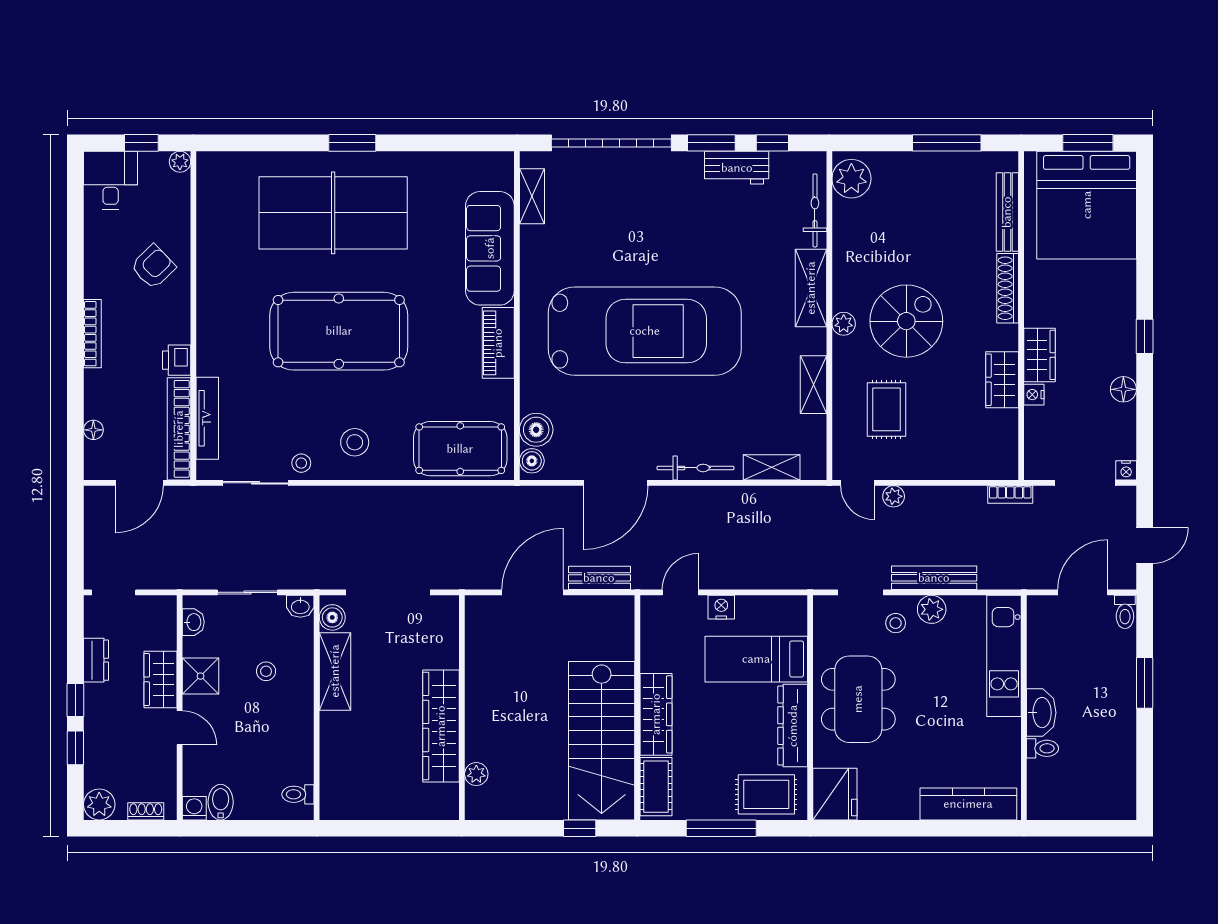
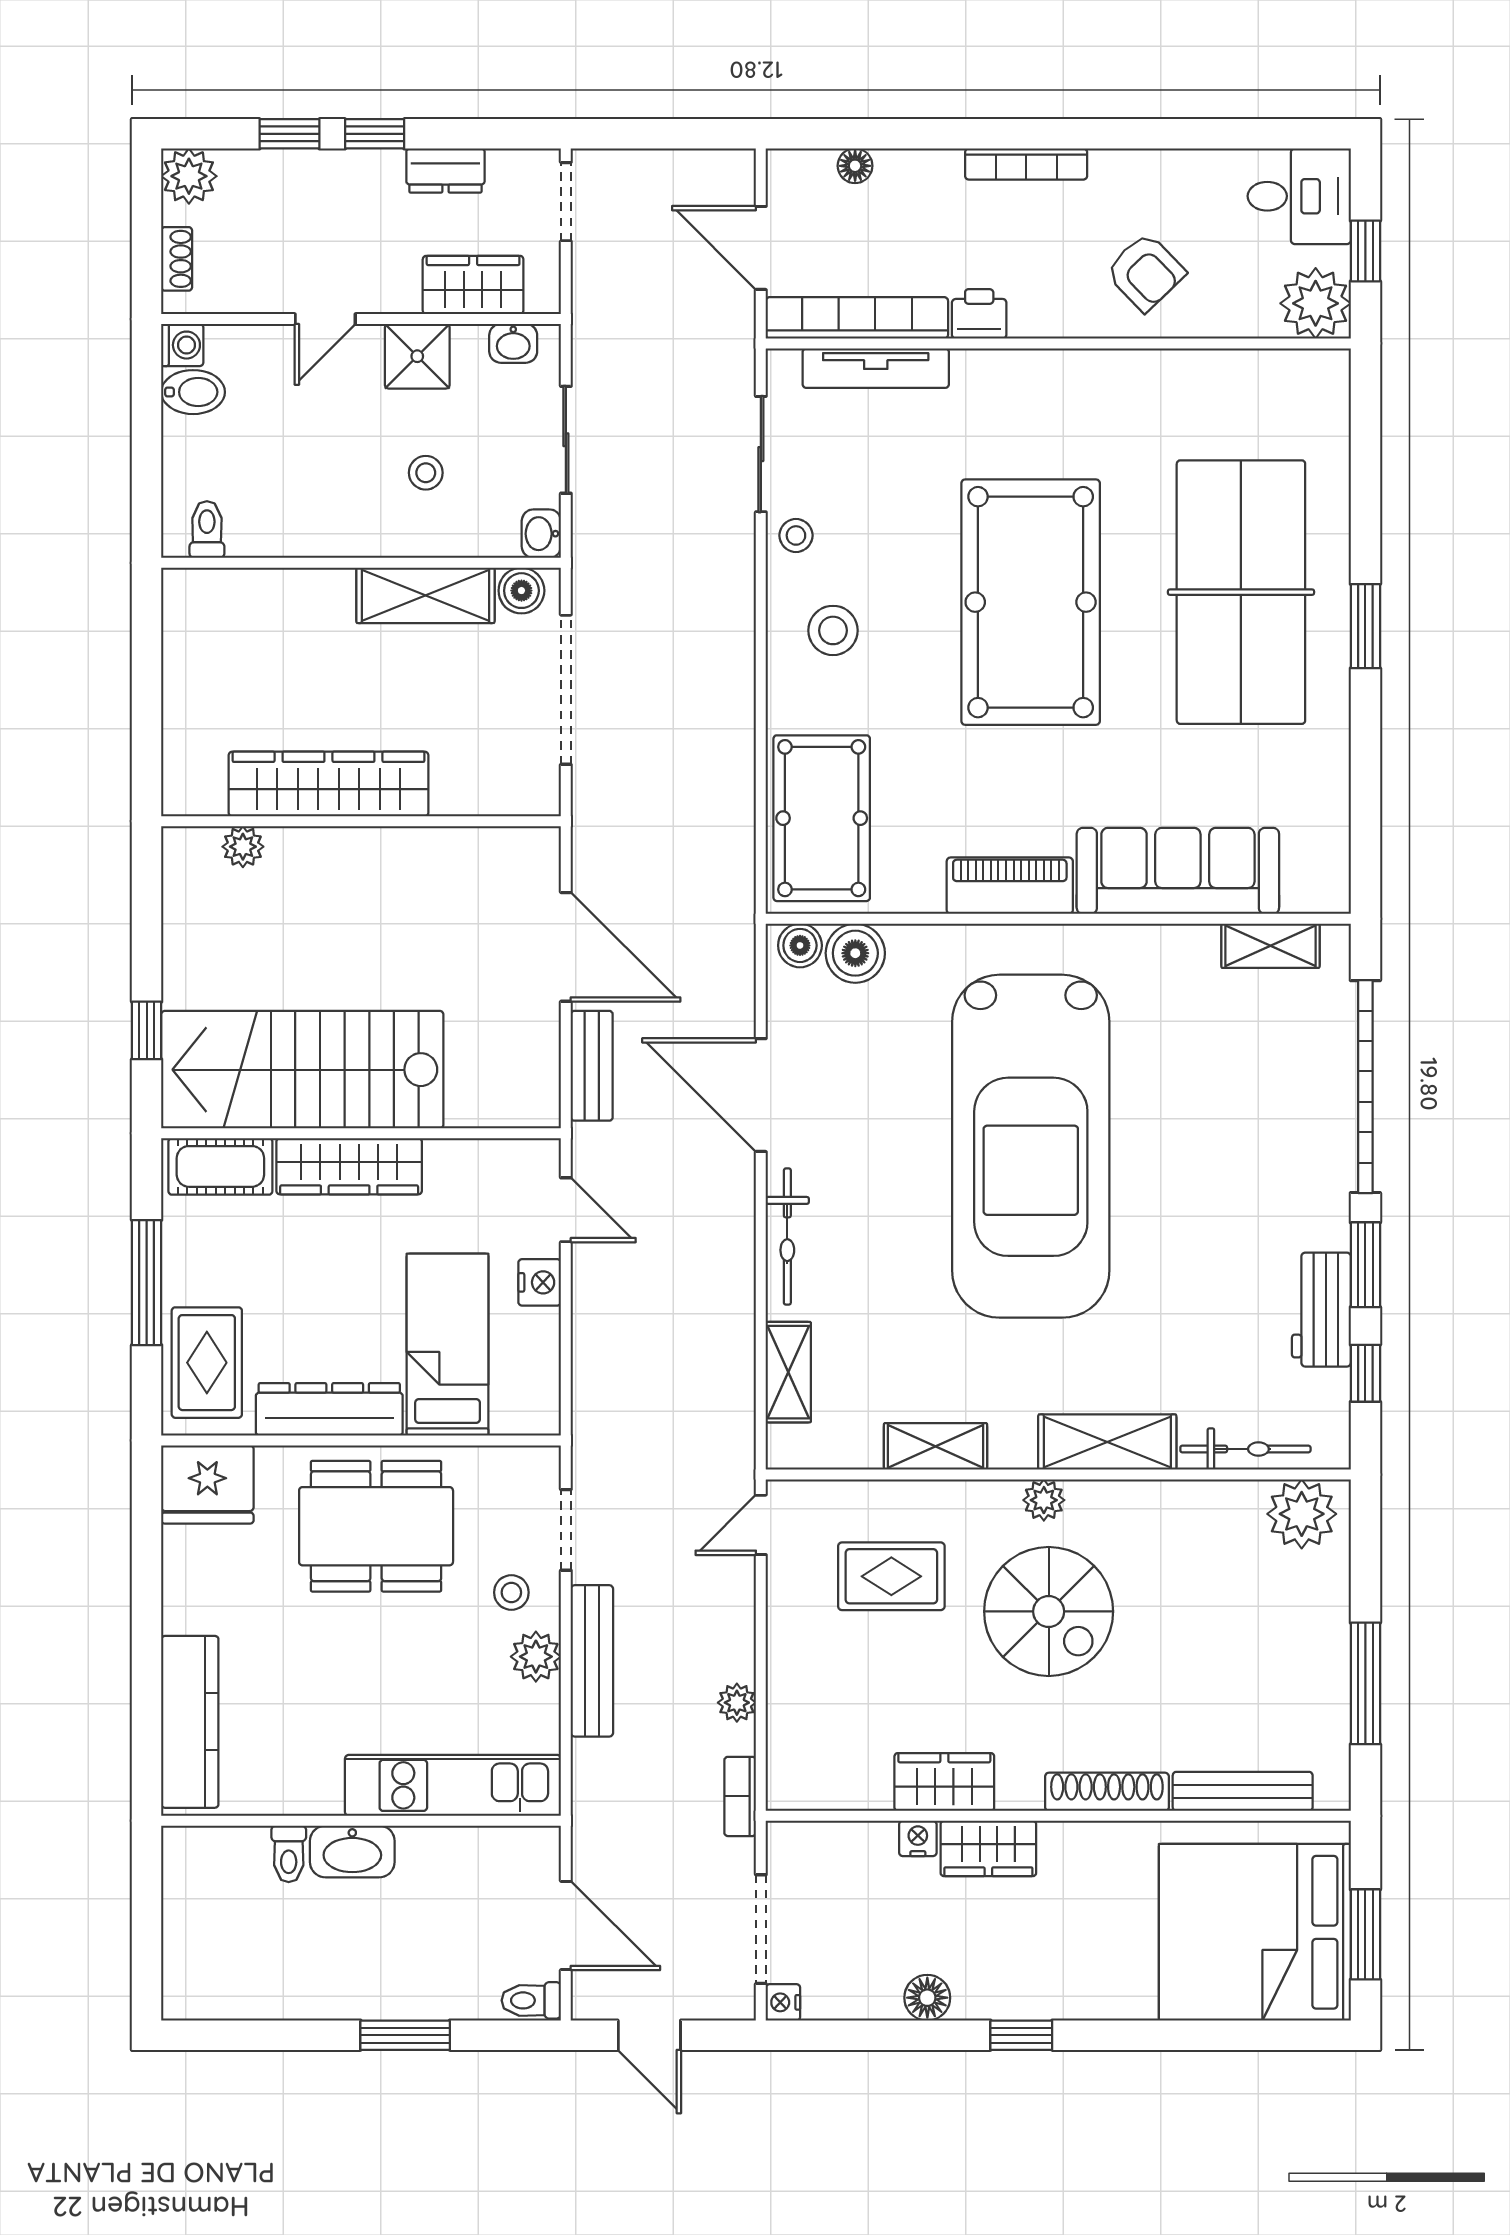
plant: (180, 162) -> (1316, 303), width x1.87, depth x1.87
plant: (894, 496) -> (737, 1703), moved
wardrobe: (160, 679) -> (473, 285), moved

